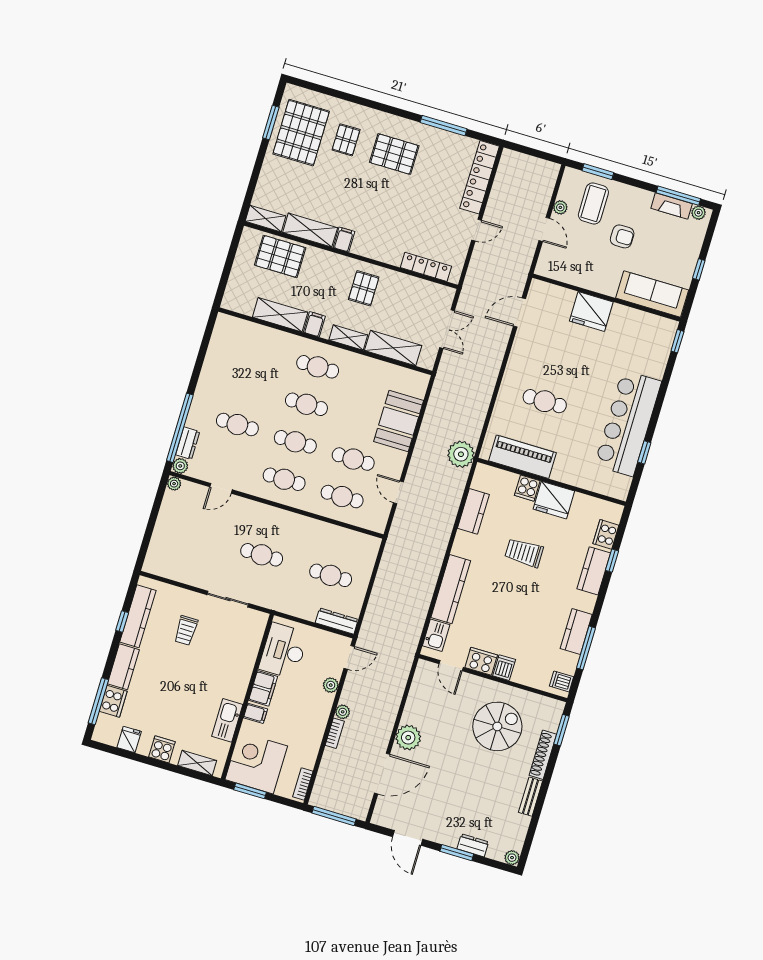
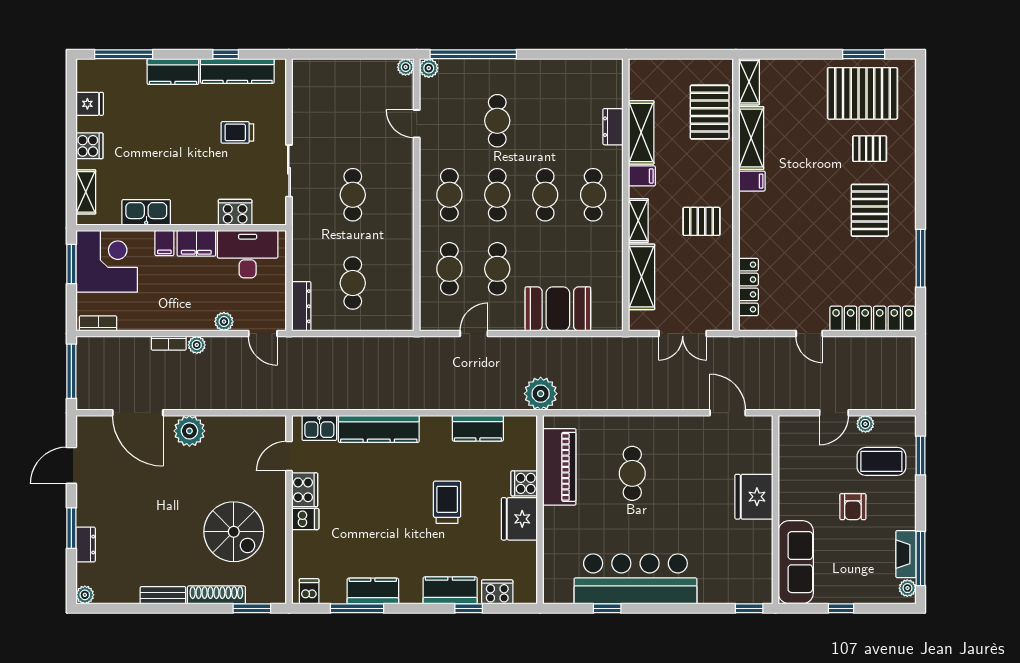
dresser: (188, 443) -> (613, 127), moved, turned 90
cooker: (113, 701) -> (235, 212), moved, turned 180

